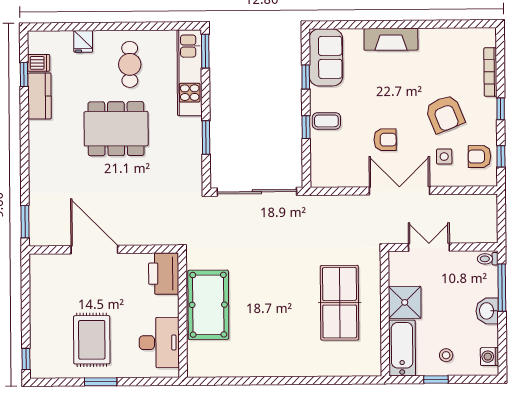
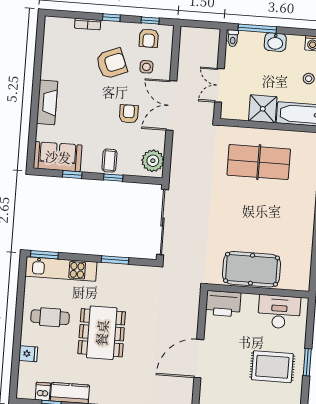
bookcase: (490, 72) -> (88, 24), width x0.64
plant: (331, 174) -> (153, 161), added

